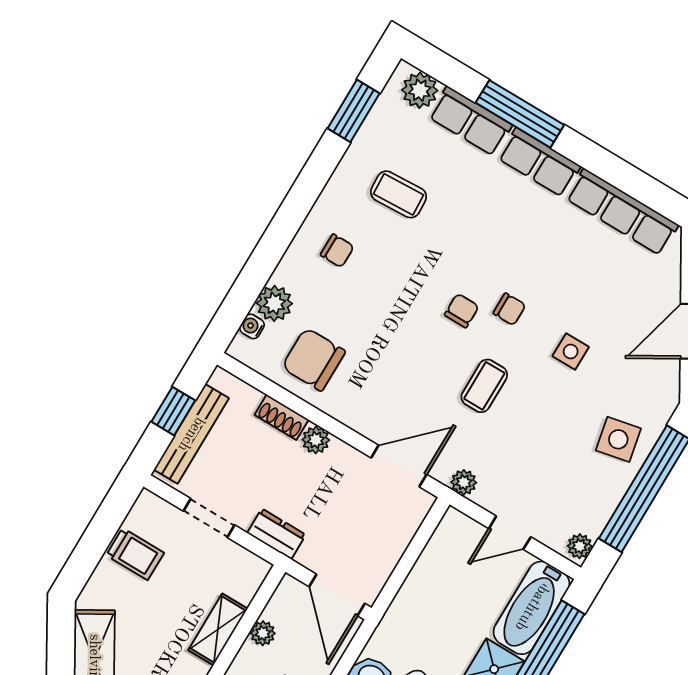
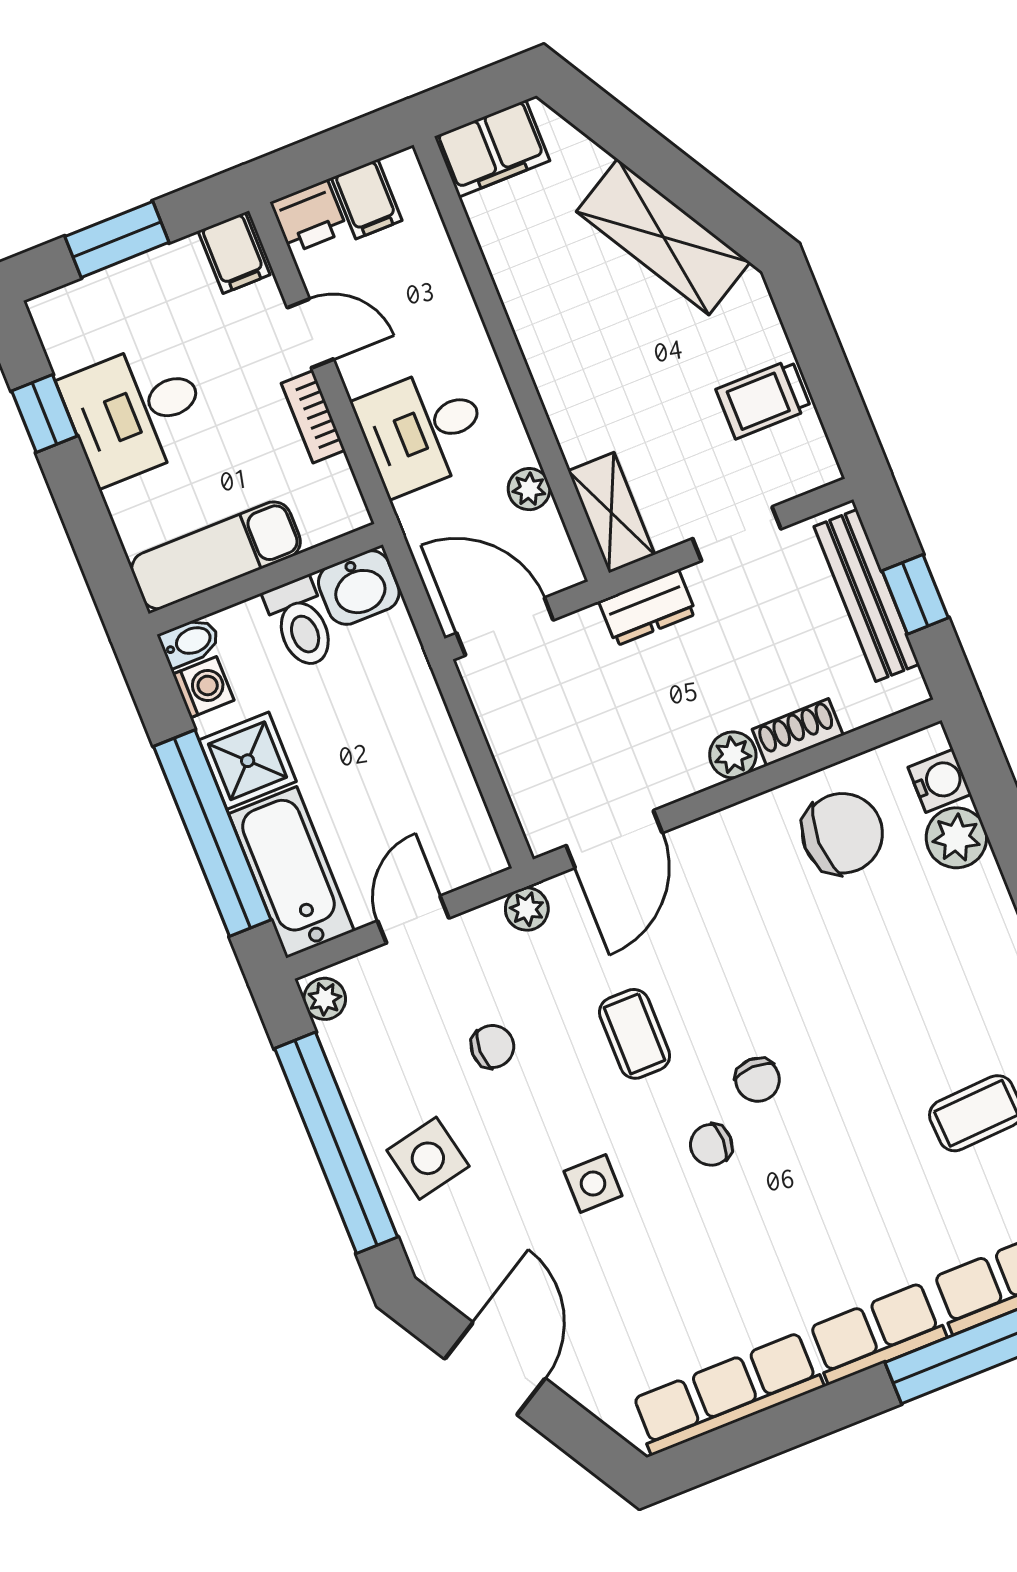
chair: (337, 251) -> (492, 1047), moved, turned 180
water cooler: (252, 326) -> (940, 781), width x1.38, depth x1.38
shelving: (218, 629) -> (611, 513), moved

